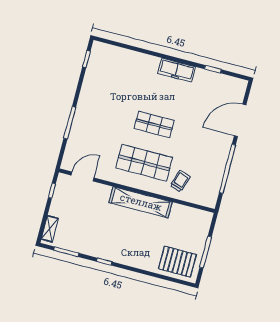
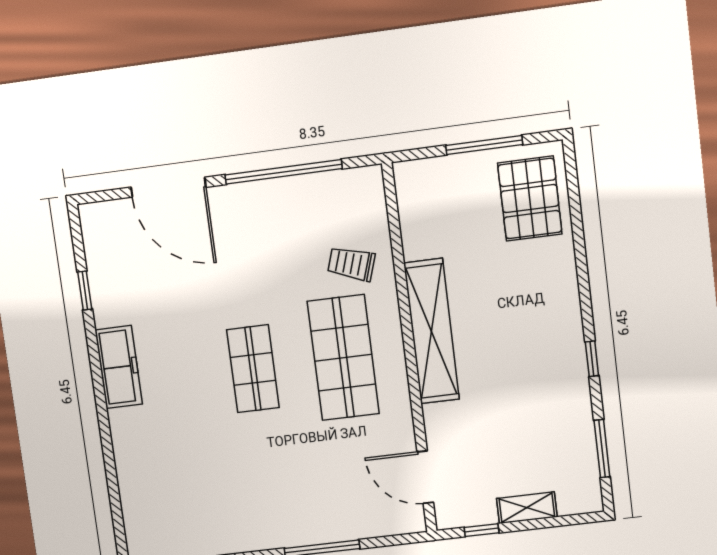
shelving: (50, 229) -> (527, 508), moved

